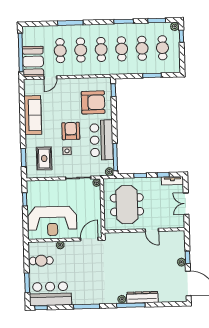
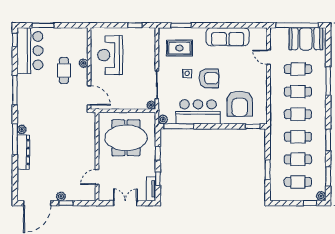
booth: (33, 62) -> (306, 39), moved
reception desk: (52, 221) -> (110, 55), width x0.74, depth x0.77
door: (152, 230) -> (97, 177), moved
cafe table: (41, 261) -> (64, 70), moved

